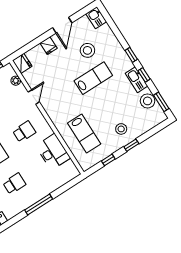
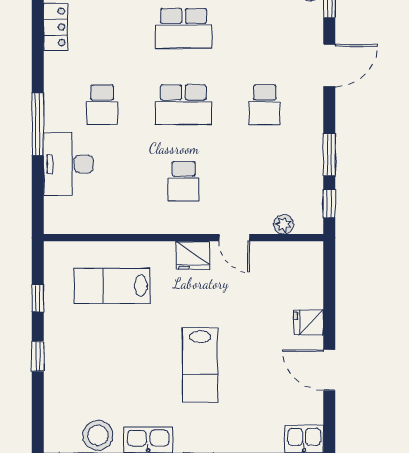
stool: (87, 50) -> (256, 386), removed
fridge: (22, 63) -> (193, 255), moved
stool: (121, 129) -> (78, 357), removed
desk: (53, 152) -> (68, 164), moved, turned 90

